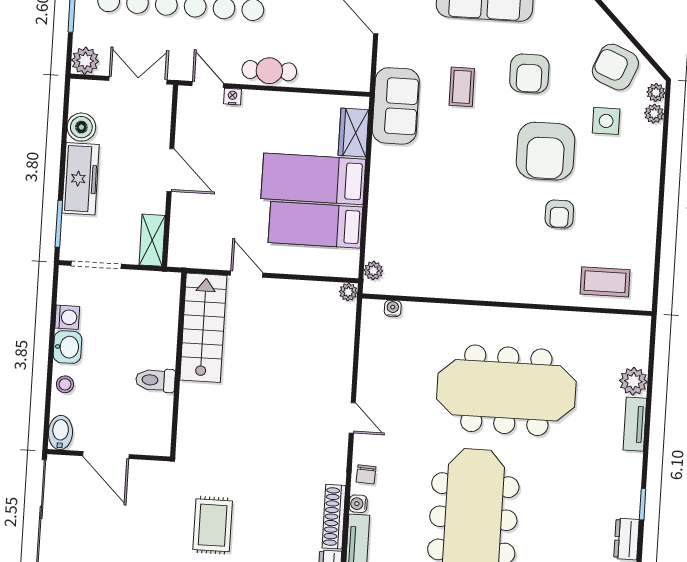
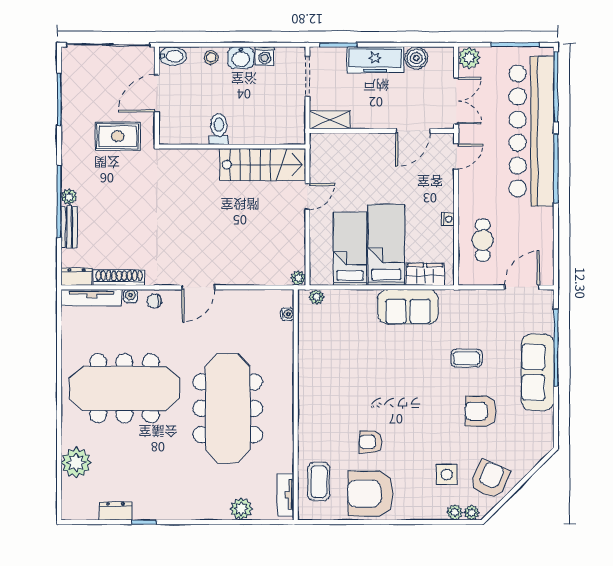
cafe table: (269, 71) -> (483, 240), moved
nightstand: (232, 97) -> (448, 219), moved
sofa: (396, 106) -> (408, 307), moved
armchair: (545, 151) -> (371, 494), moved
door: (170, 170) -> (413, 131), moved
door: (352, 418) -> (198, 287), width x1.38
tv unit: (635, 424) -> (286, 495), moved, turned -90
rug: (213, 525) -> (118, 136), moved

